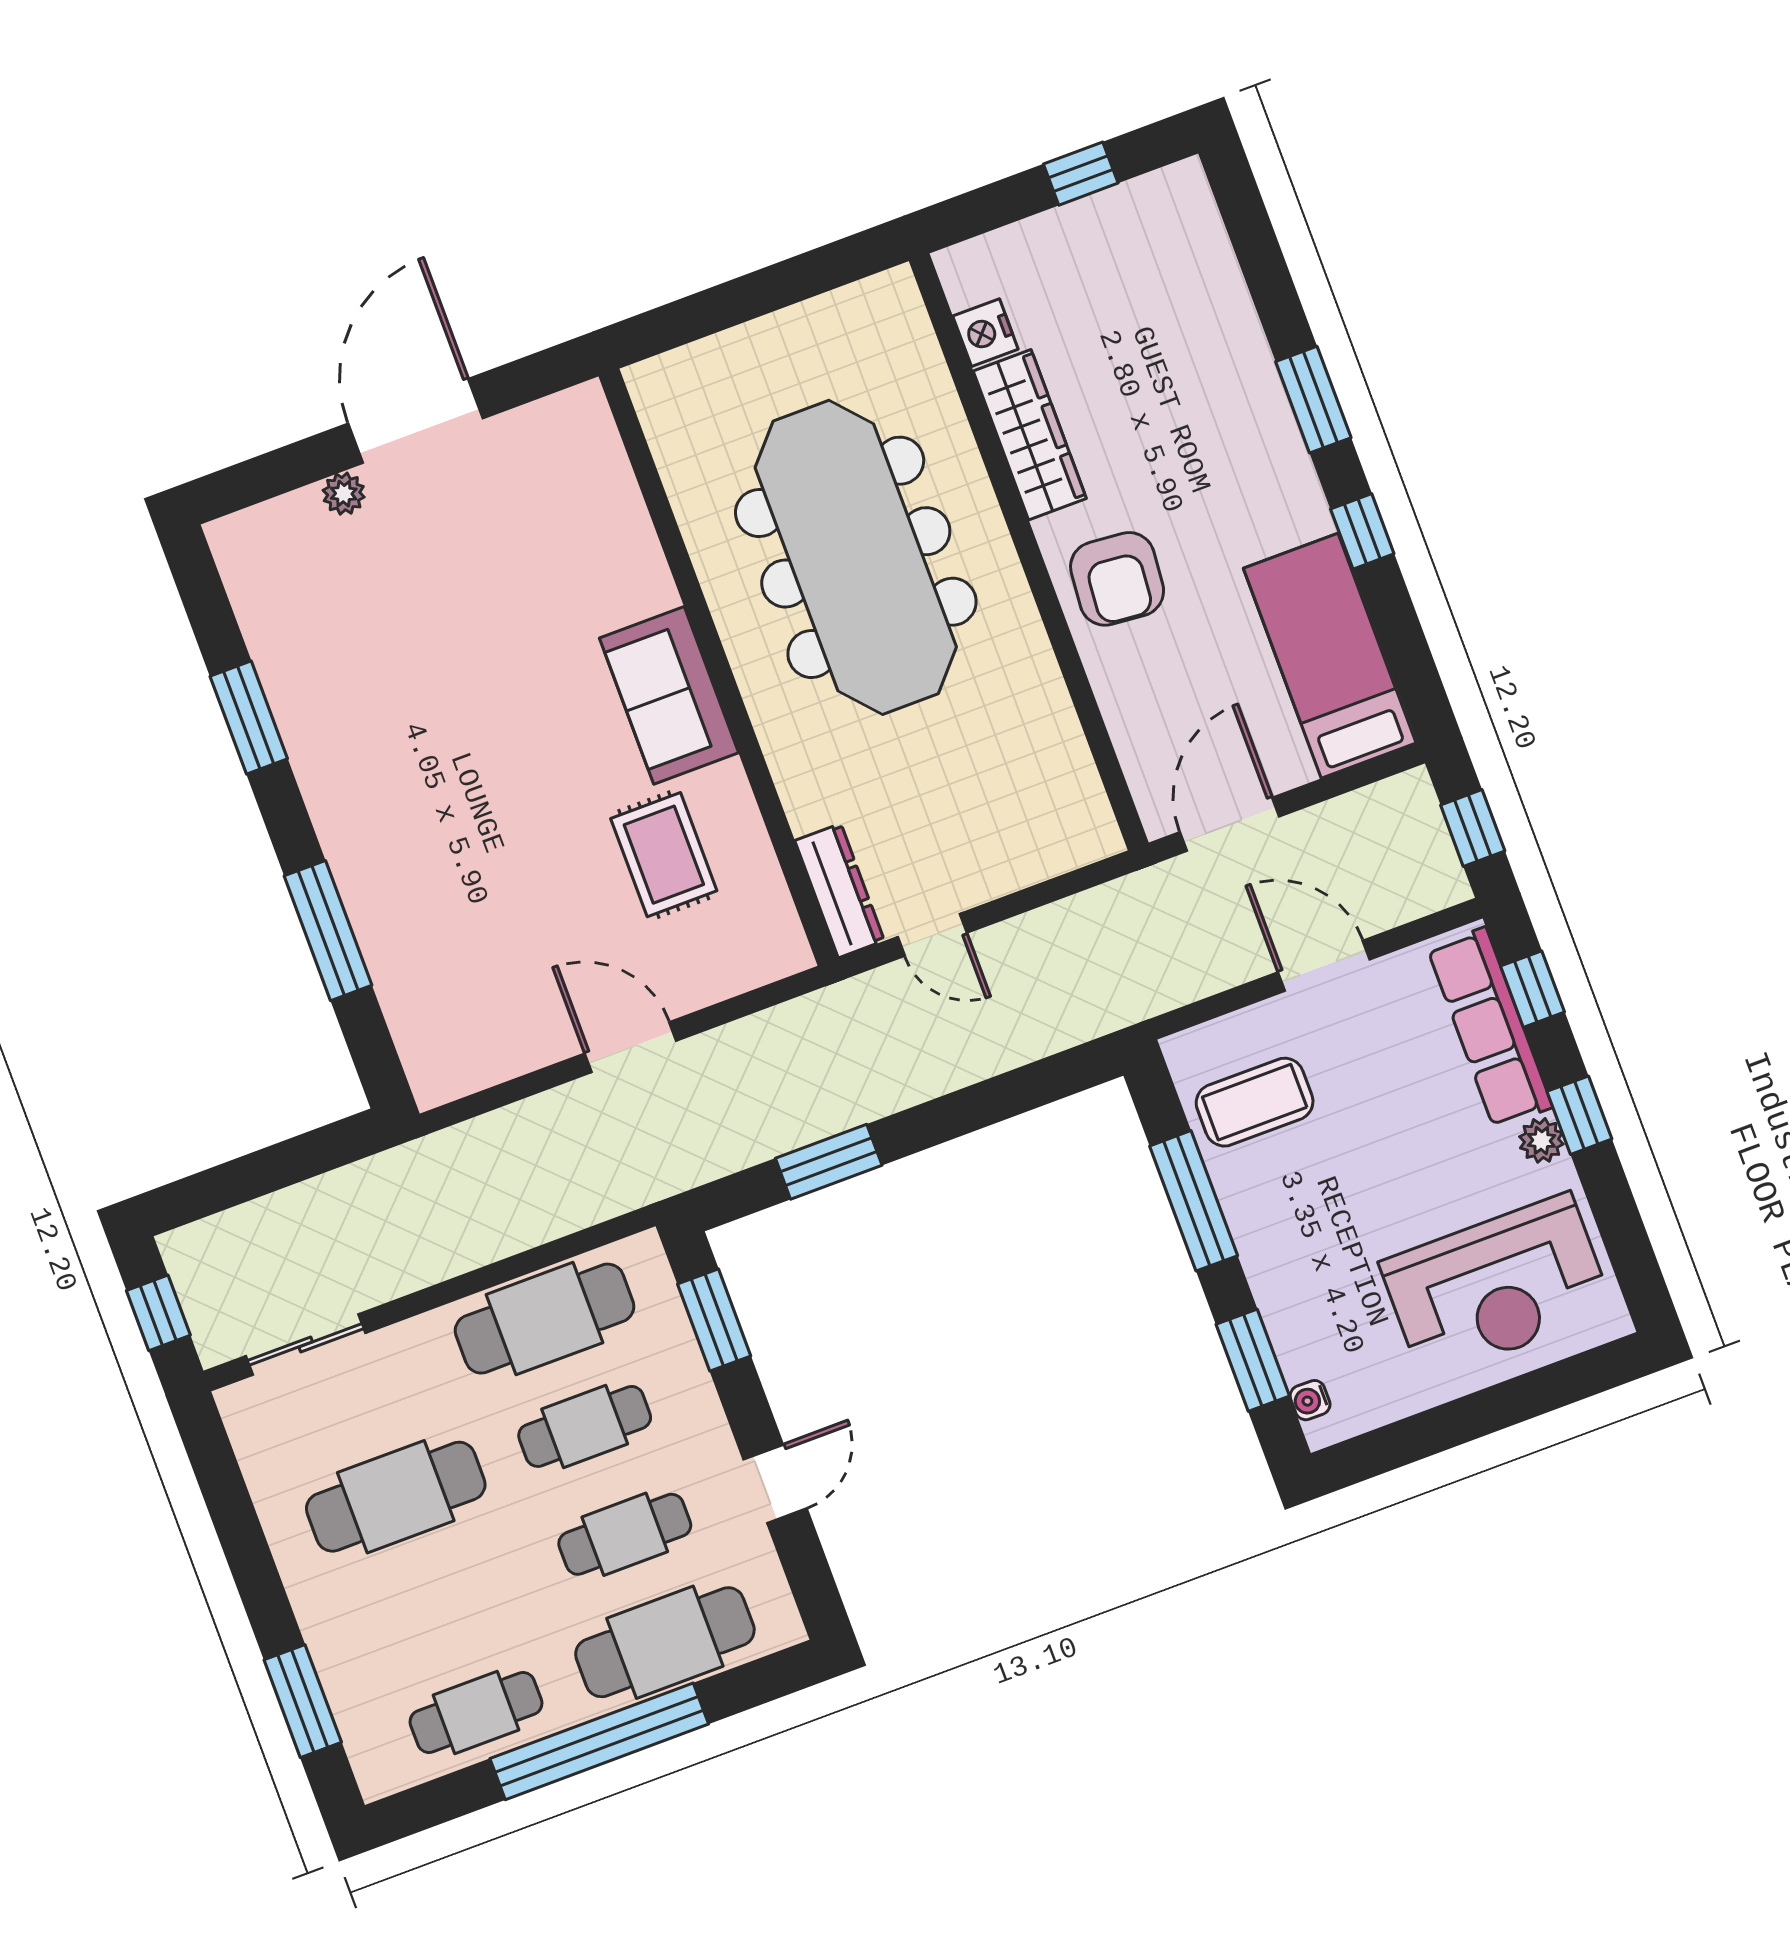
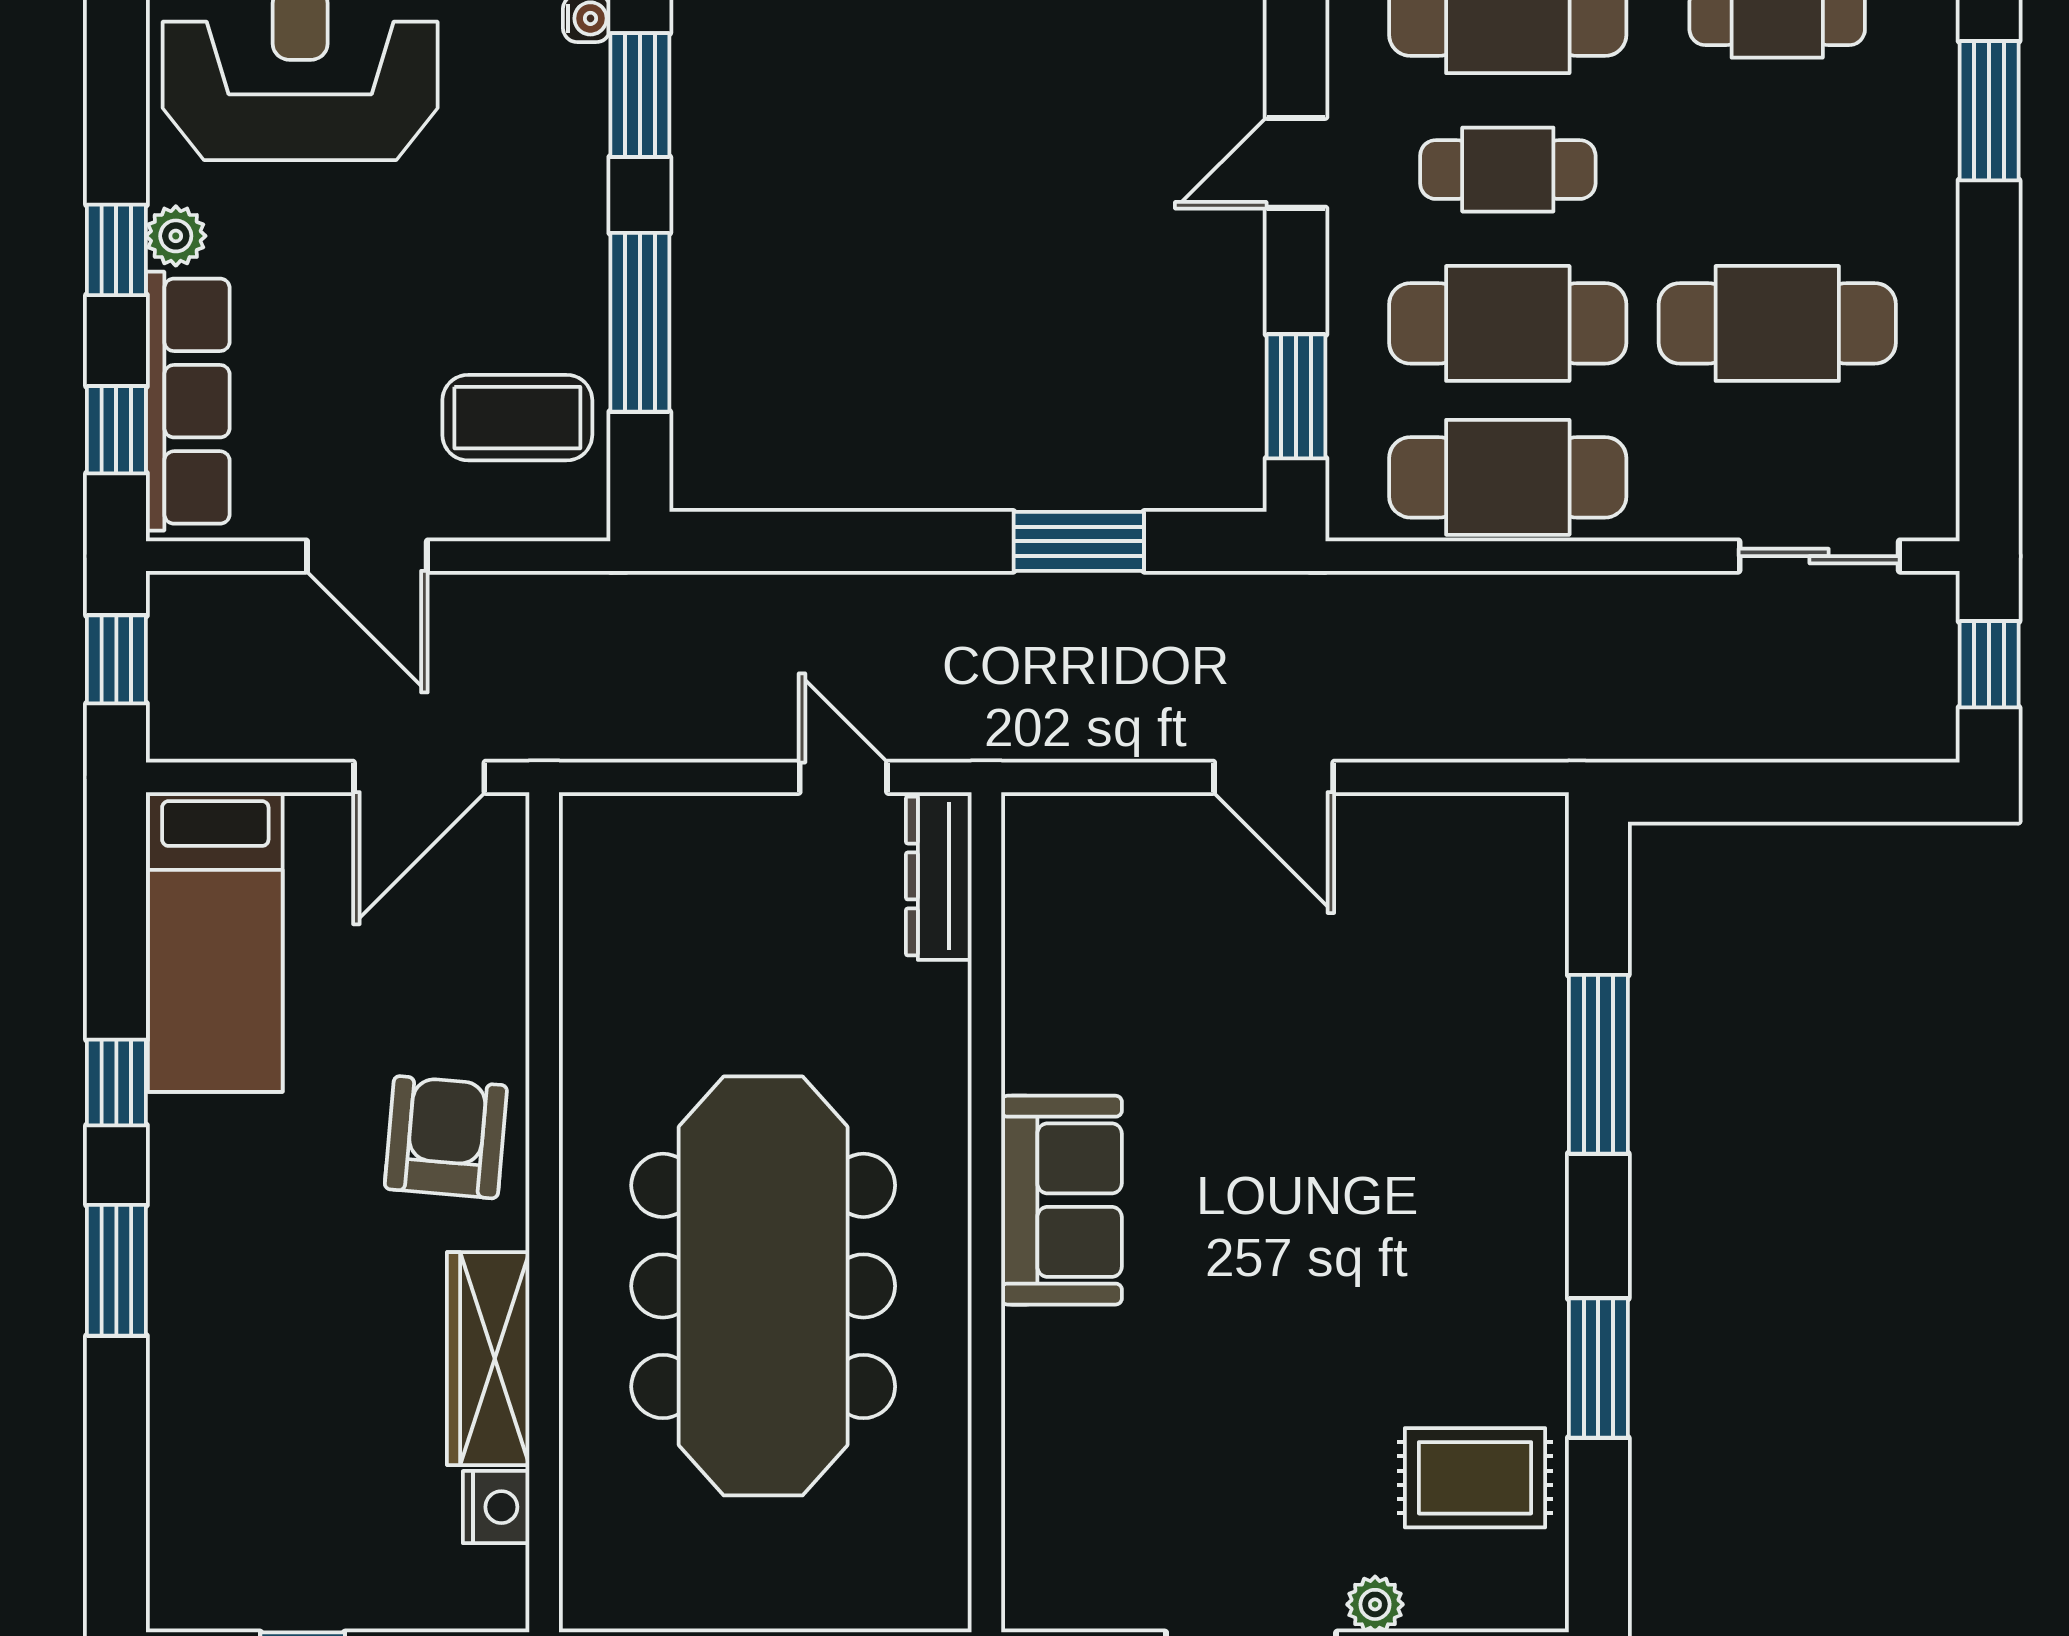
rug: (664, 855) -> (1475, 1478), moved, turned 90
cafe table: (585, 1426) -> (1508, 323), width x1.37, depth x1.35

